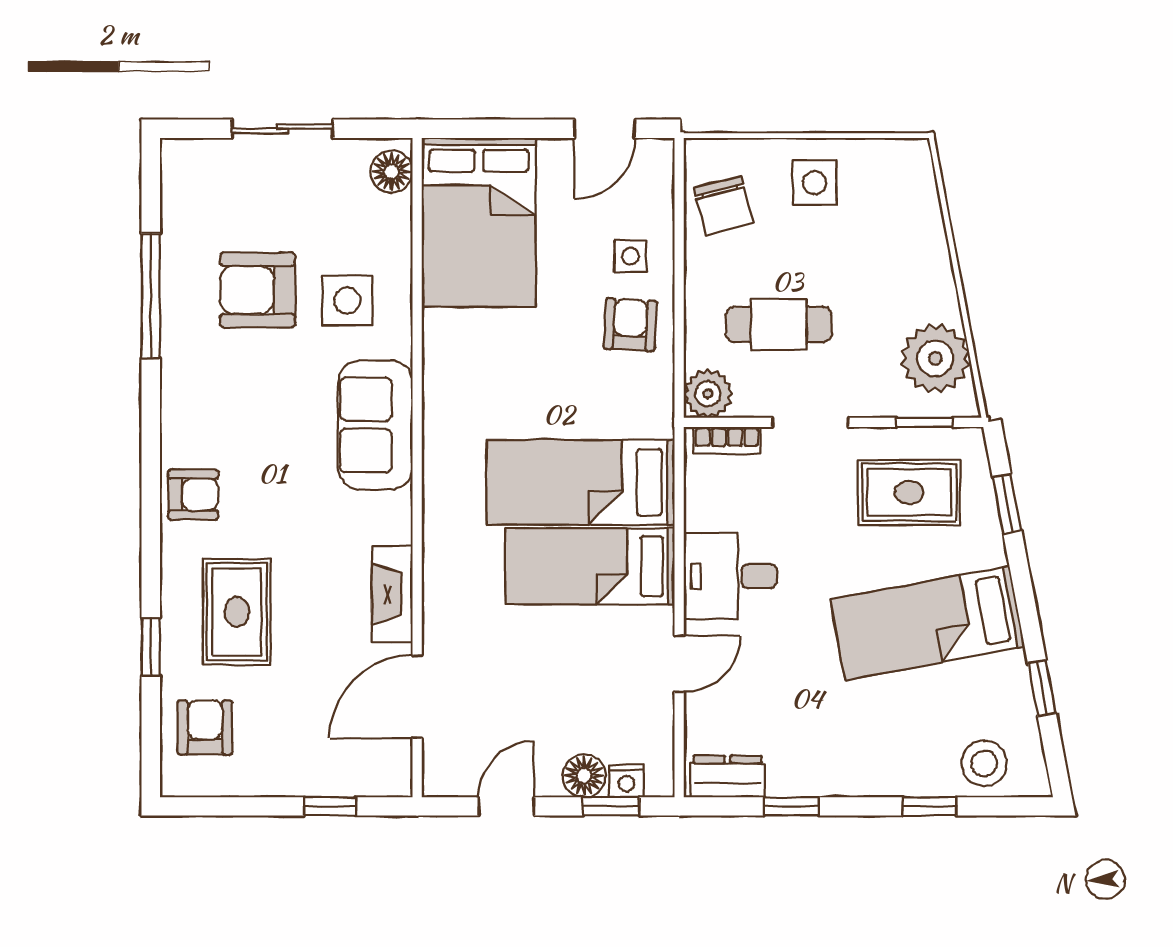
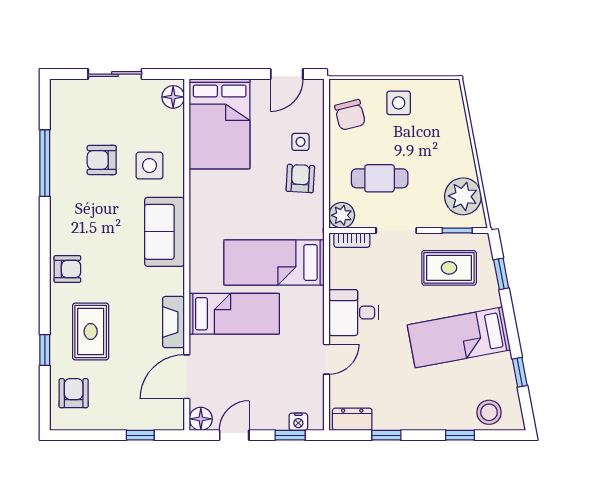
armchair: (258, 290) -> (102, 160), width x0.72, depth x0.72
bed: (590, 566) -> (234, 314), moved, turned 180
floor lamp: (584, 776) -> (201, 419), moved

